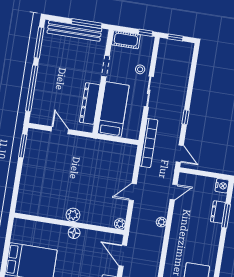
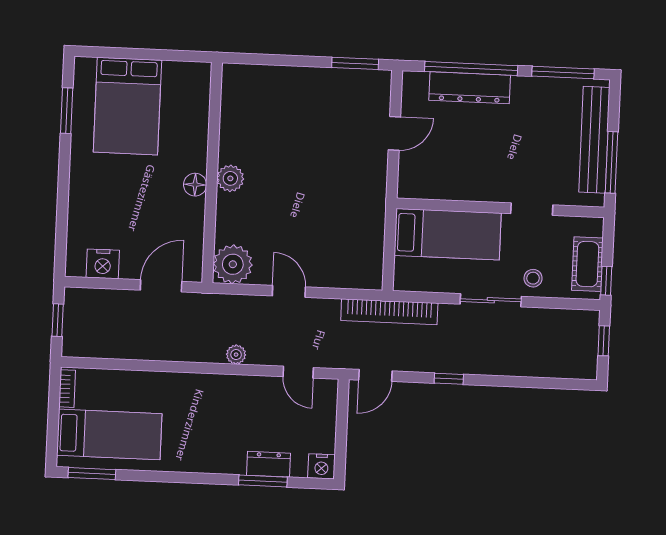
cot: (126, 40) -> (587, 264), moved
dresser: (90, 104) -> (470, 88), moved, turned 180
plant: (120, 224) -> (233, 264), width x1.88, depth x1.88

